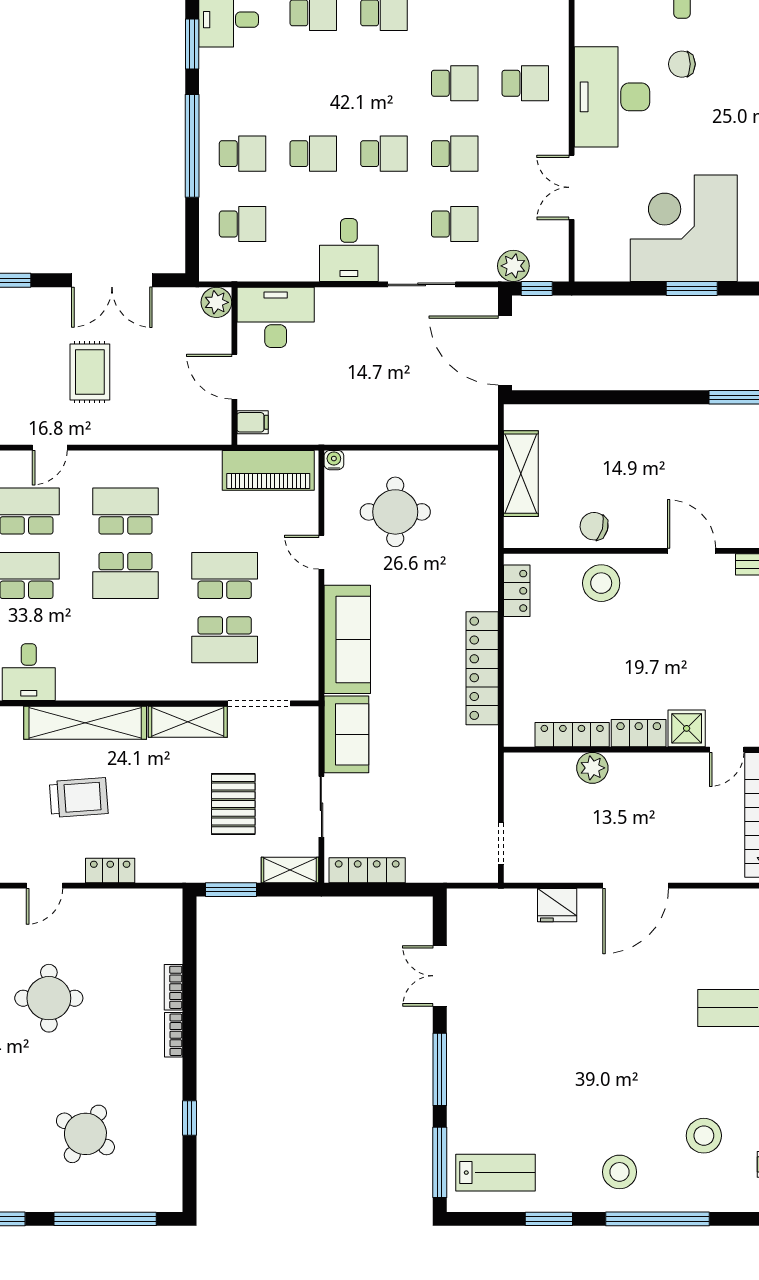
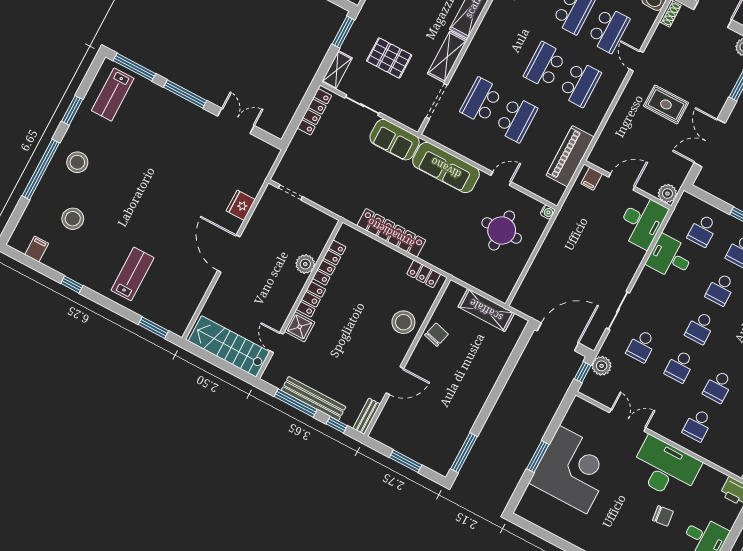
chair: (682, 64) -> (663, 516), turned 83
desk: (349, 250) -> (670, 257), moved
piano: (268, 470) -> (570, 156), moved

